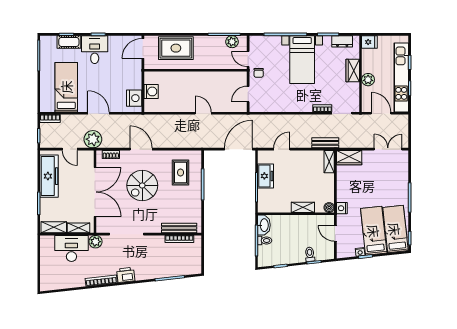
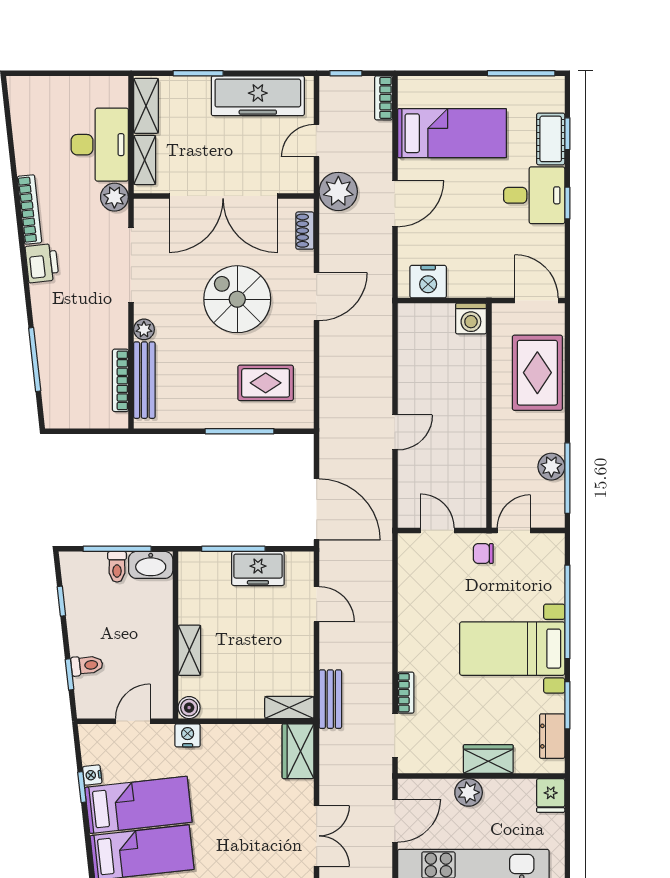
plant: (232, 42) -> (551, 467), moved
washing machine: (151, 91) -> (471, 319), moved
plant: (156, 228) -> (144, 329), added

